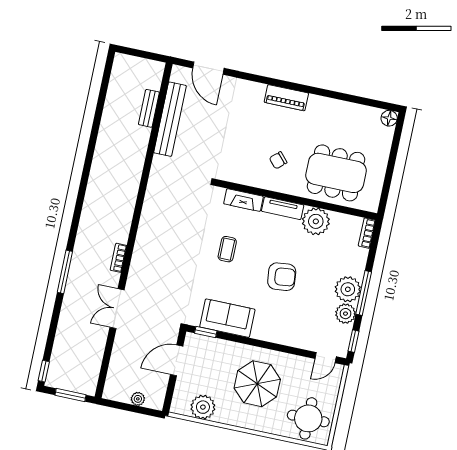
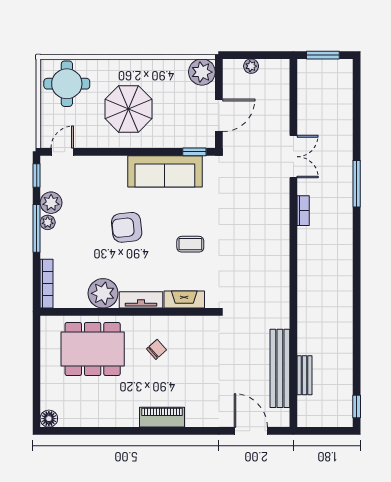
bookcase: (367, 233) -> (47, 284), width x1.56
coffee table: (227, 249) -> (190, 244), turned 90
plant: (348, 289) -> (48, 222), width x0.53, depth x0.53
sofa: (227, 318) -> (165, 171), width x1.36
window: (44, 371) -> (357, 407), moved
plant: (203, 407) -> (202, 72), moved

